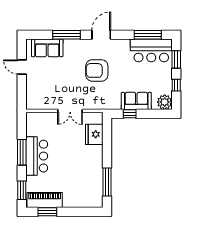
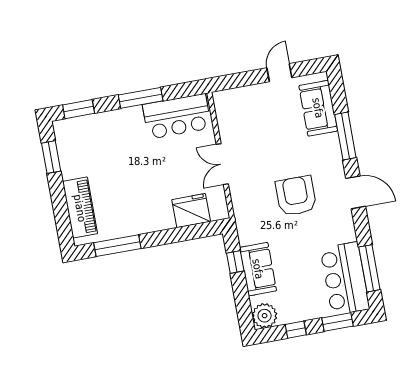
bar counter: (37, 156) -> (177, 116), moved
piano: (45, 200) -> (80, 208), moved

